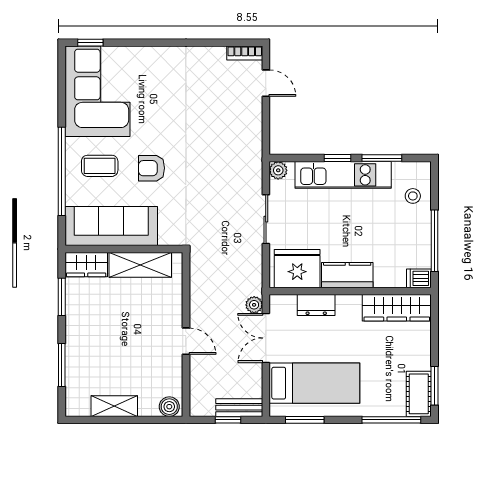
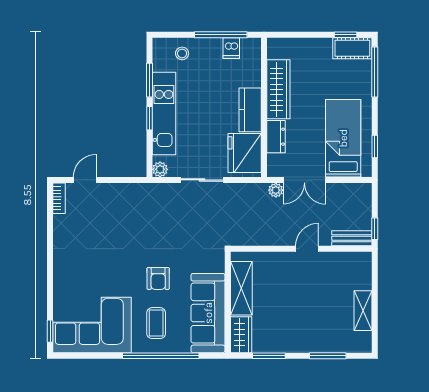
dishwasher: (419, 278) -> (231, 48), moved
wardrobe: (397, 308) -> (278, 89), moved
window: (435, 386) -> (345, 35), width x0.67
boiler: (169, 407) -> (363, 263), removed
bench: (239, 408) -> (352, 238), moved, turned 90
window: (228, 420) -> (375, 229), moved
window: (305, 420) -> (375, 147), width x0.67

